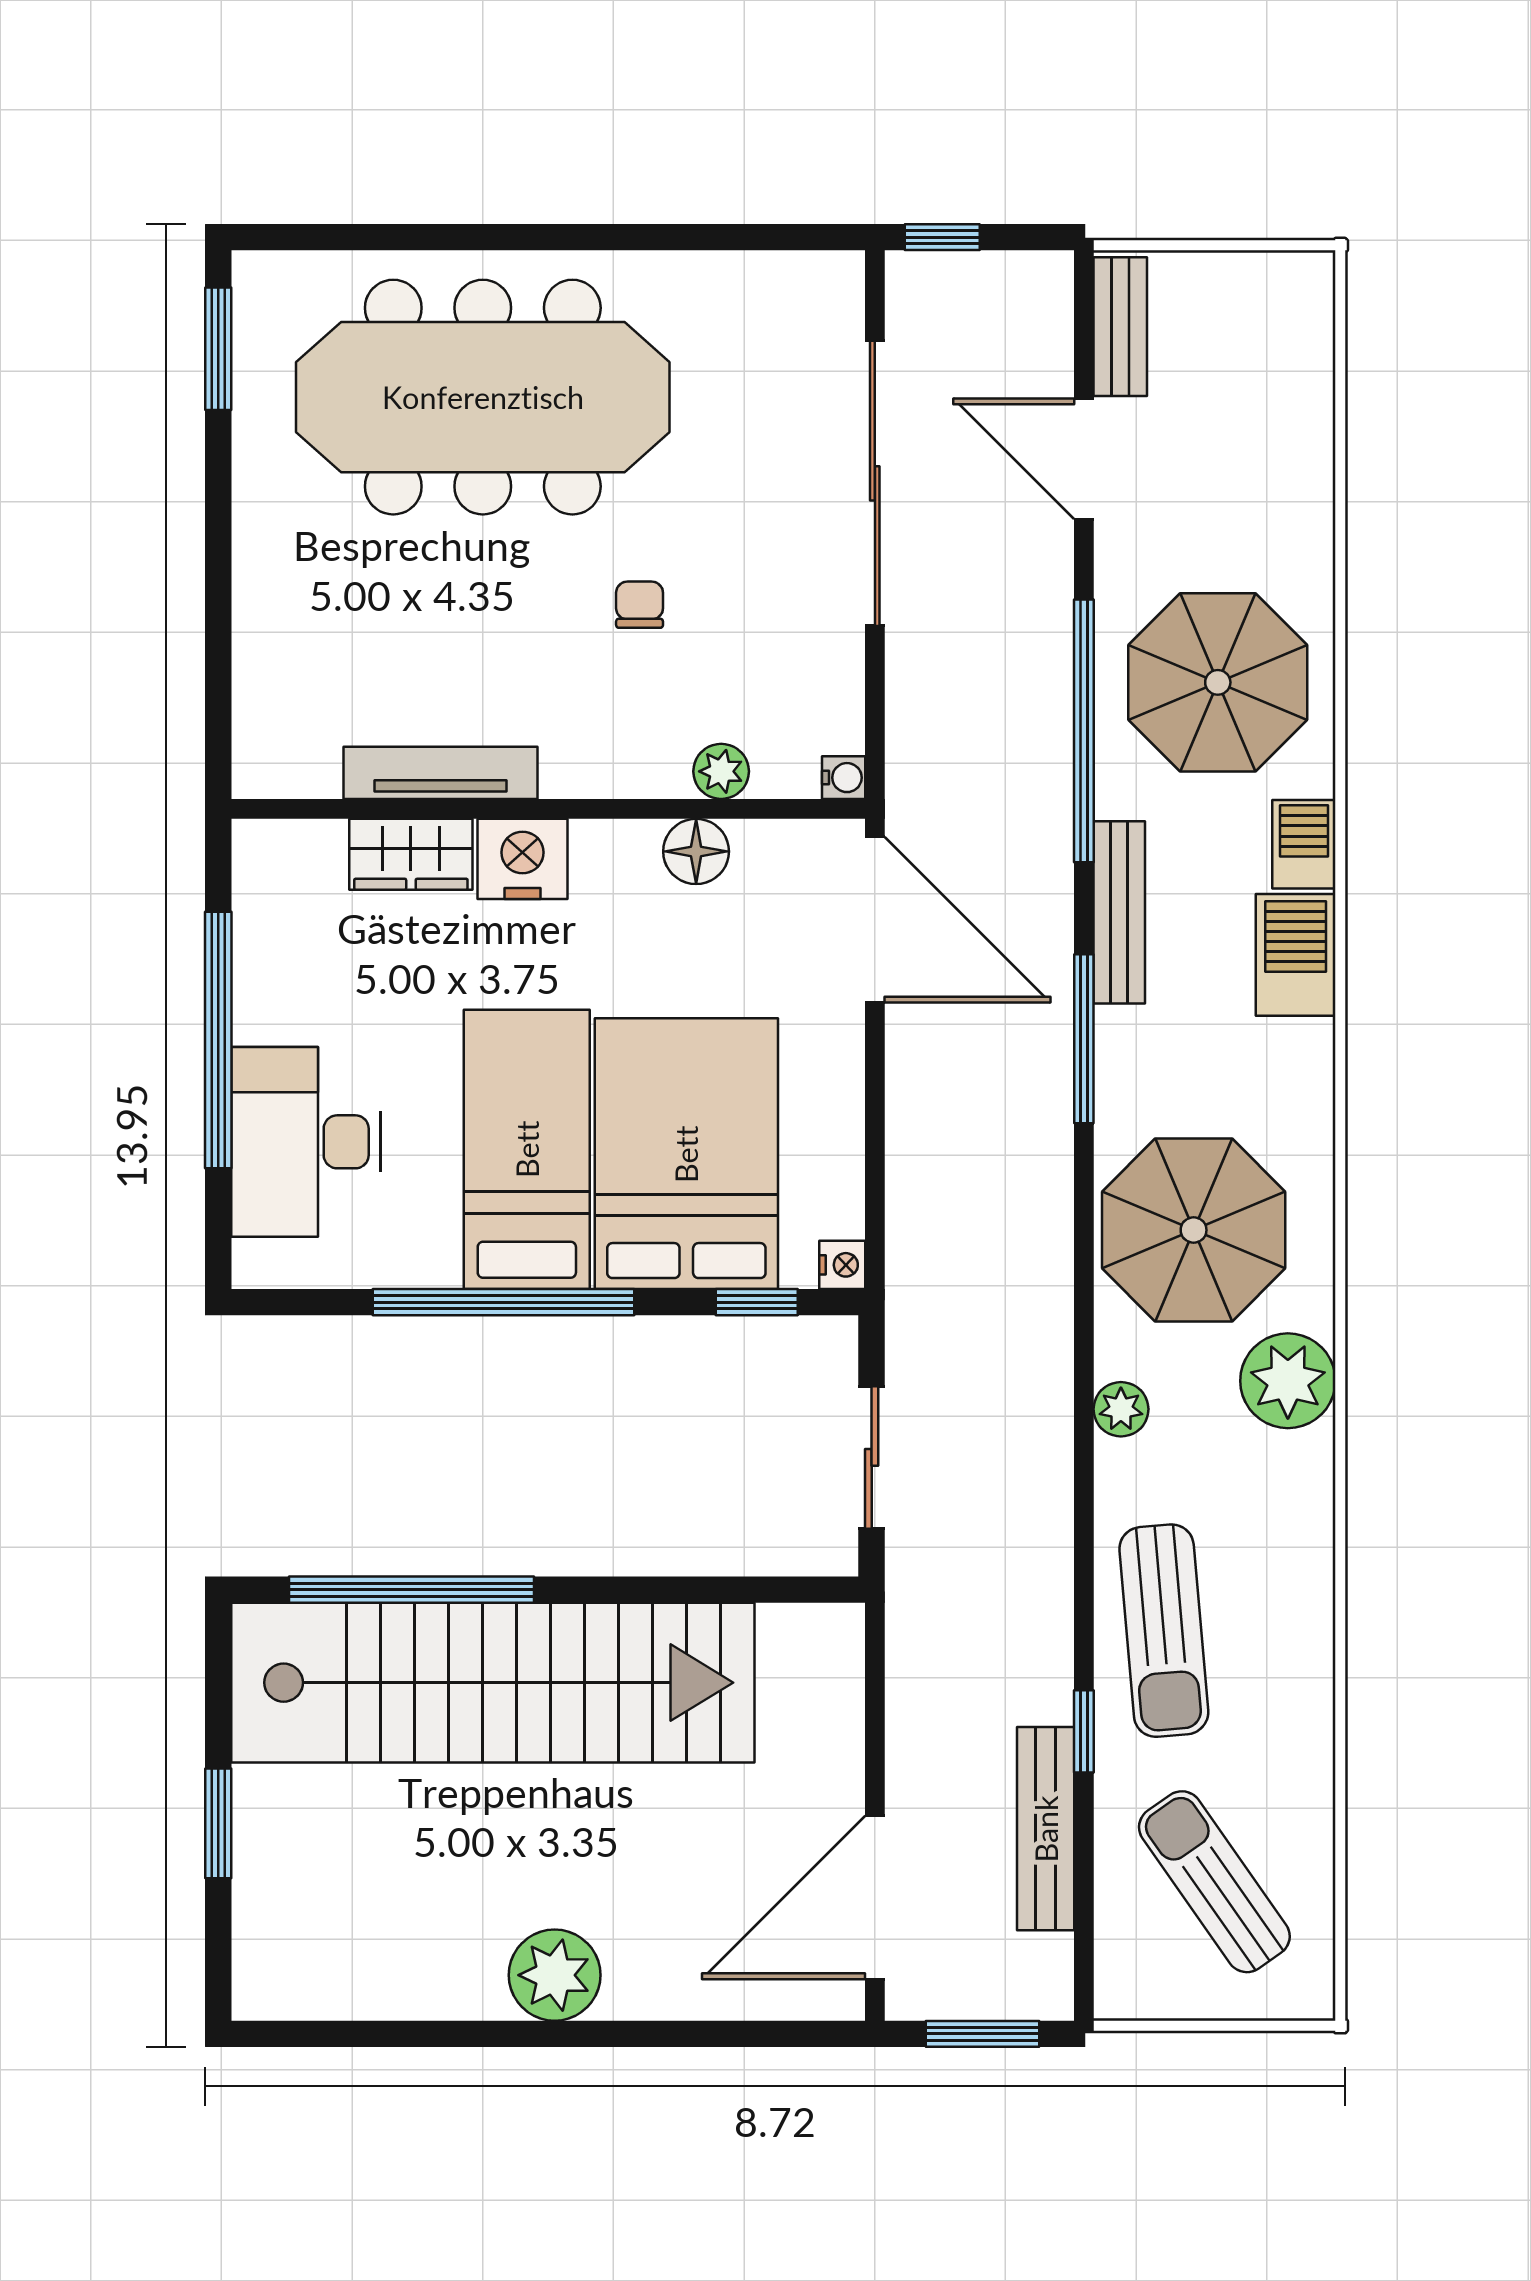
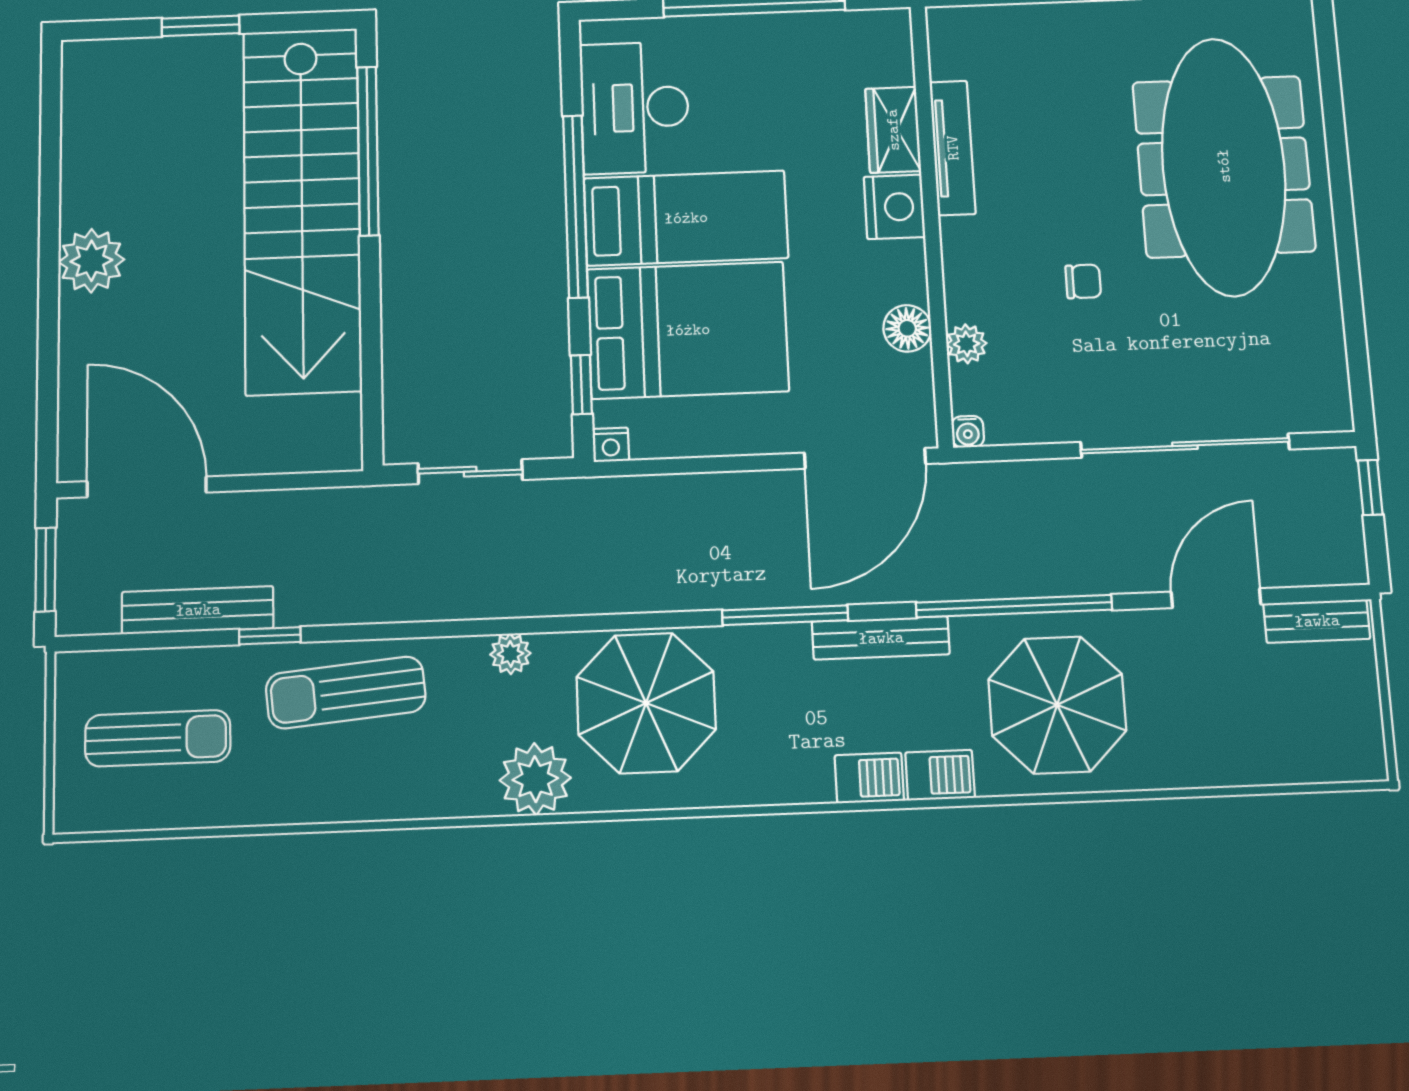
barbecue: (1296, 955) -> (869, 778), width x0.73, depth x0.79
desk: (306, 1142) -> (635, 108), moved, turned -90
sun lounger: (1214, 1882) -> (158, 738), turned 35

